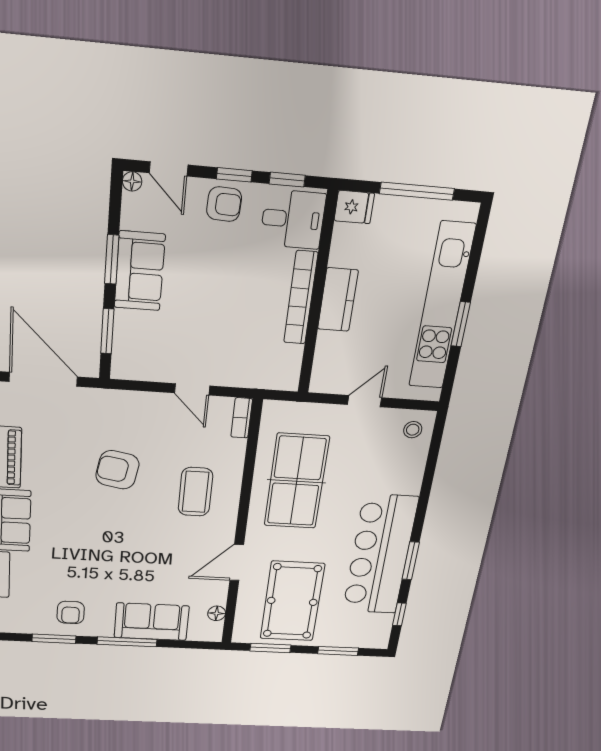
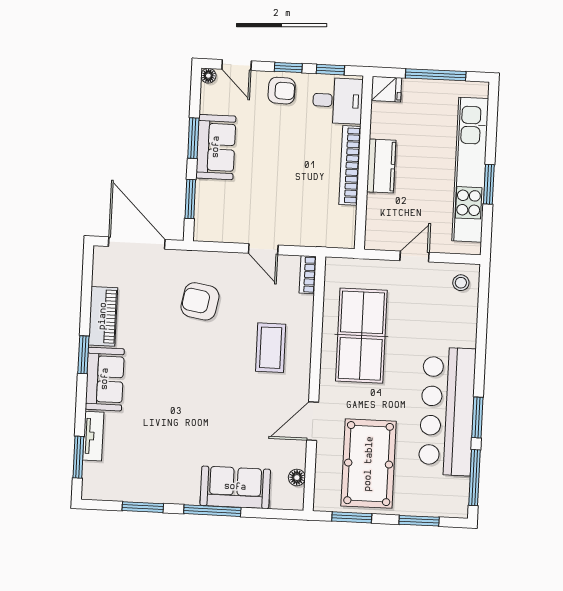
armchair: (117, 470) -> (200, 301), moved
armchair: (71, 612) -> (159, 477), removed
window: (399, 614) -> (475, 478), width x2.17

